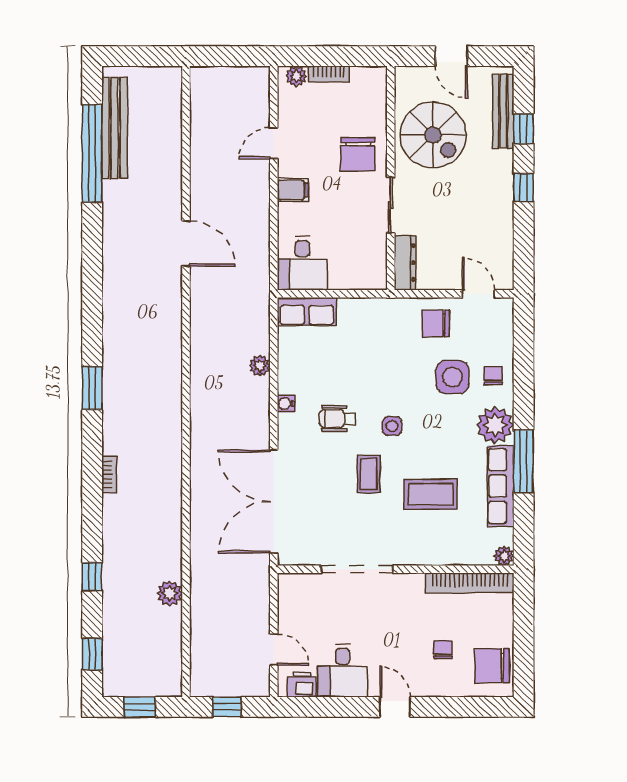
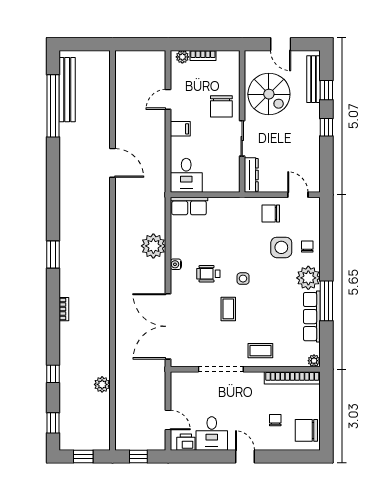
plant: (260, 366) -> (153, 246), width x1.87, depth x1.87
coffee table: (431, 494) -> (260, 351), moved, width x0.73, depth x0.77

